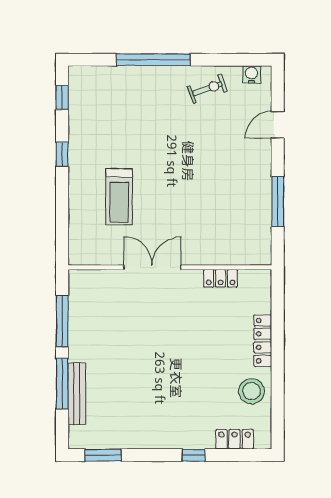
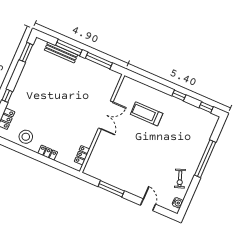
locker: (221, 278) -> (82, 155), moved
locker: (263, 341) -> (48, 153), width x0.66

